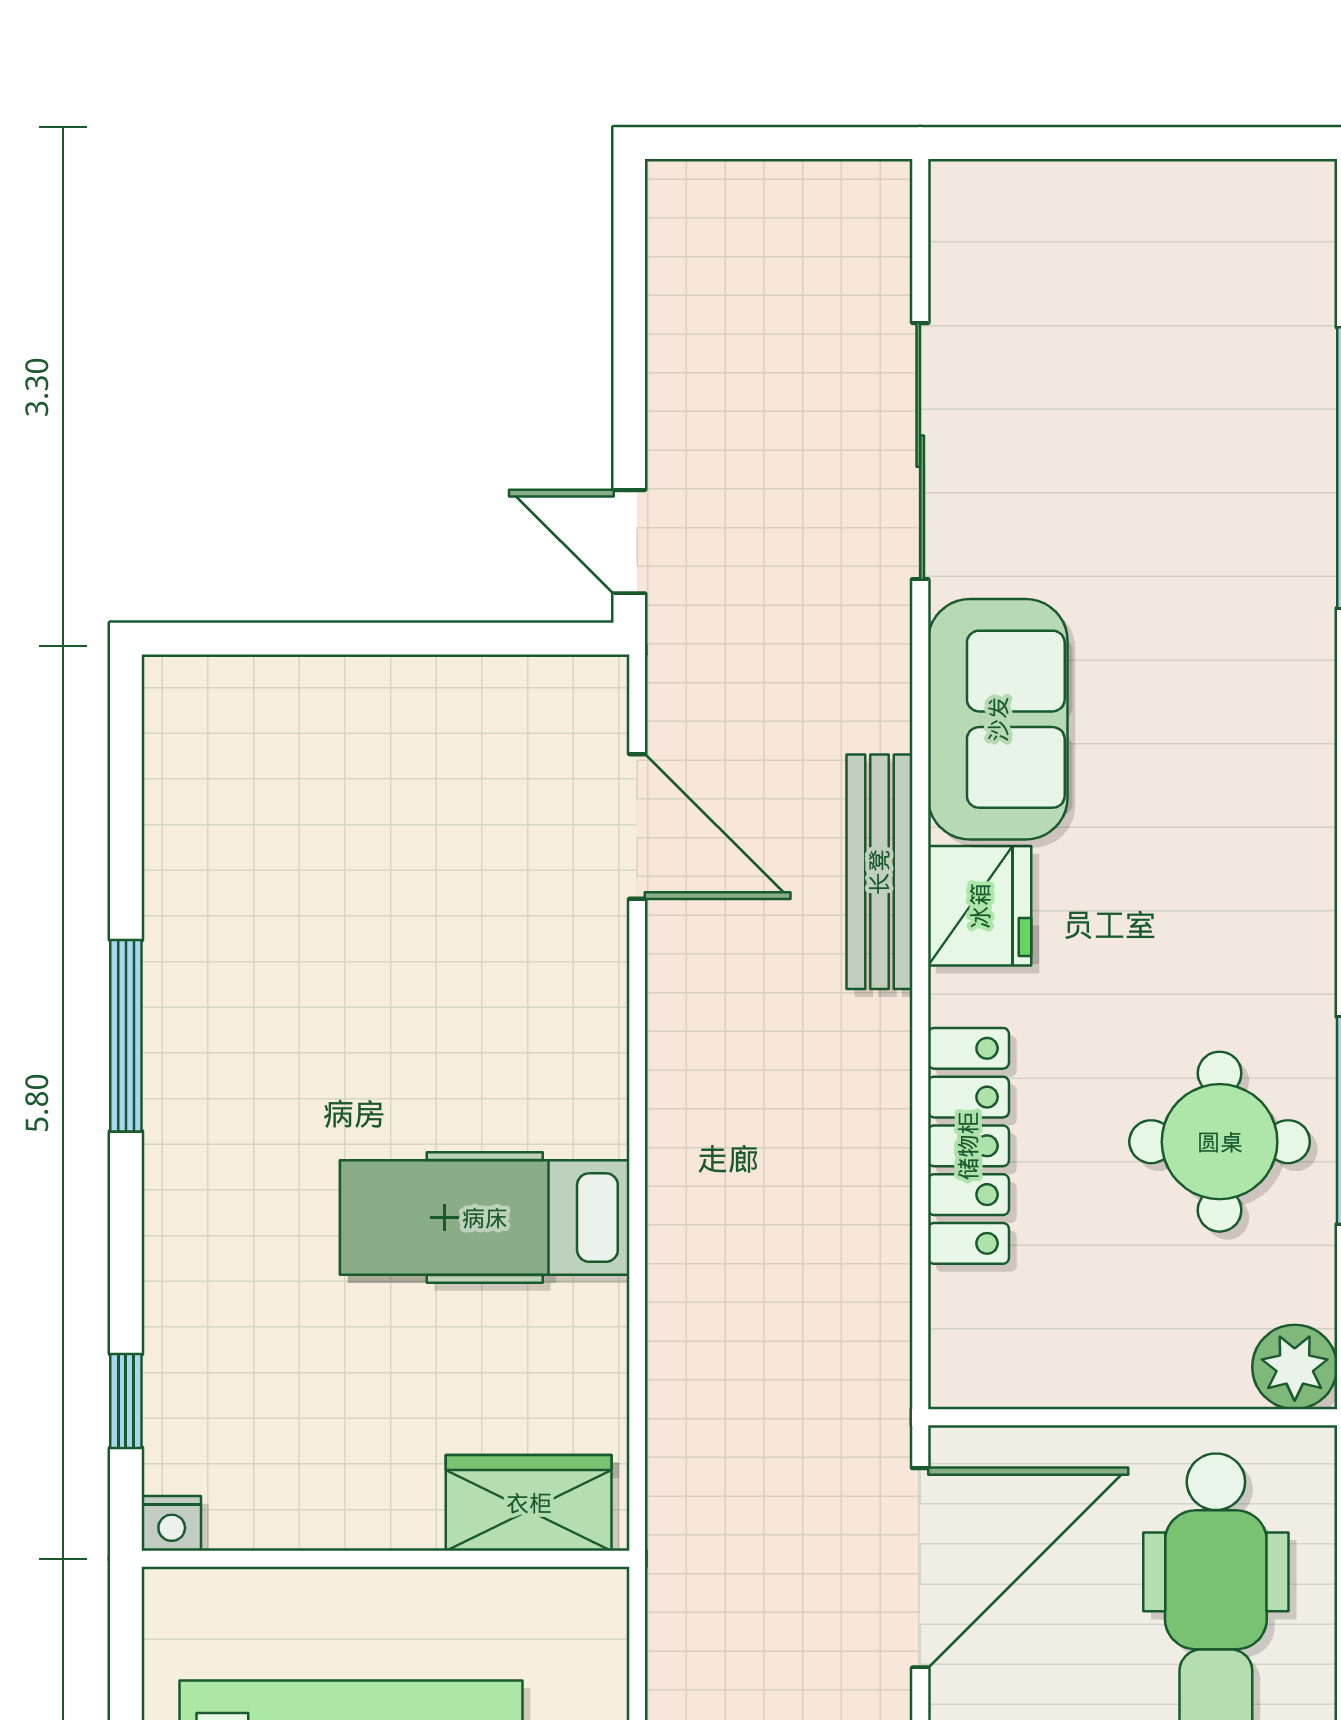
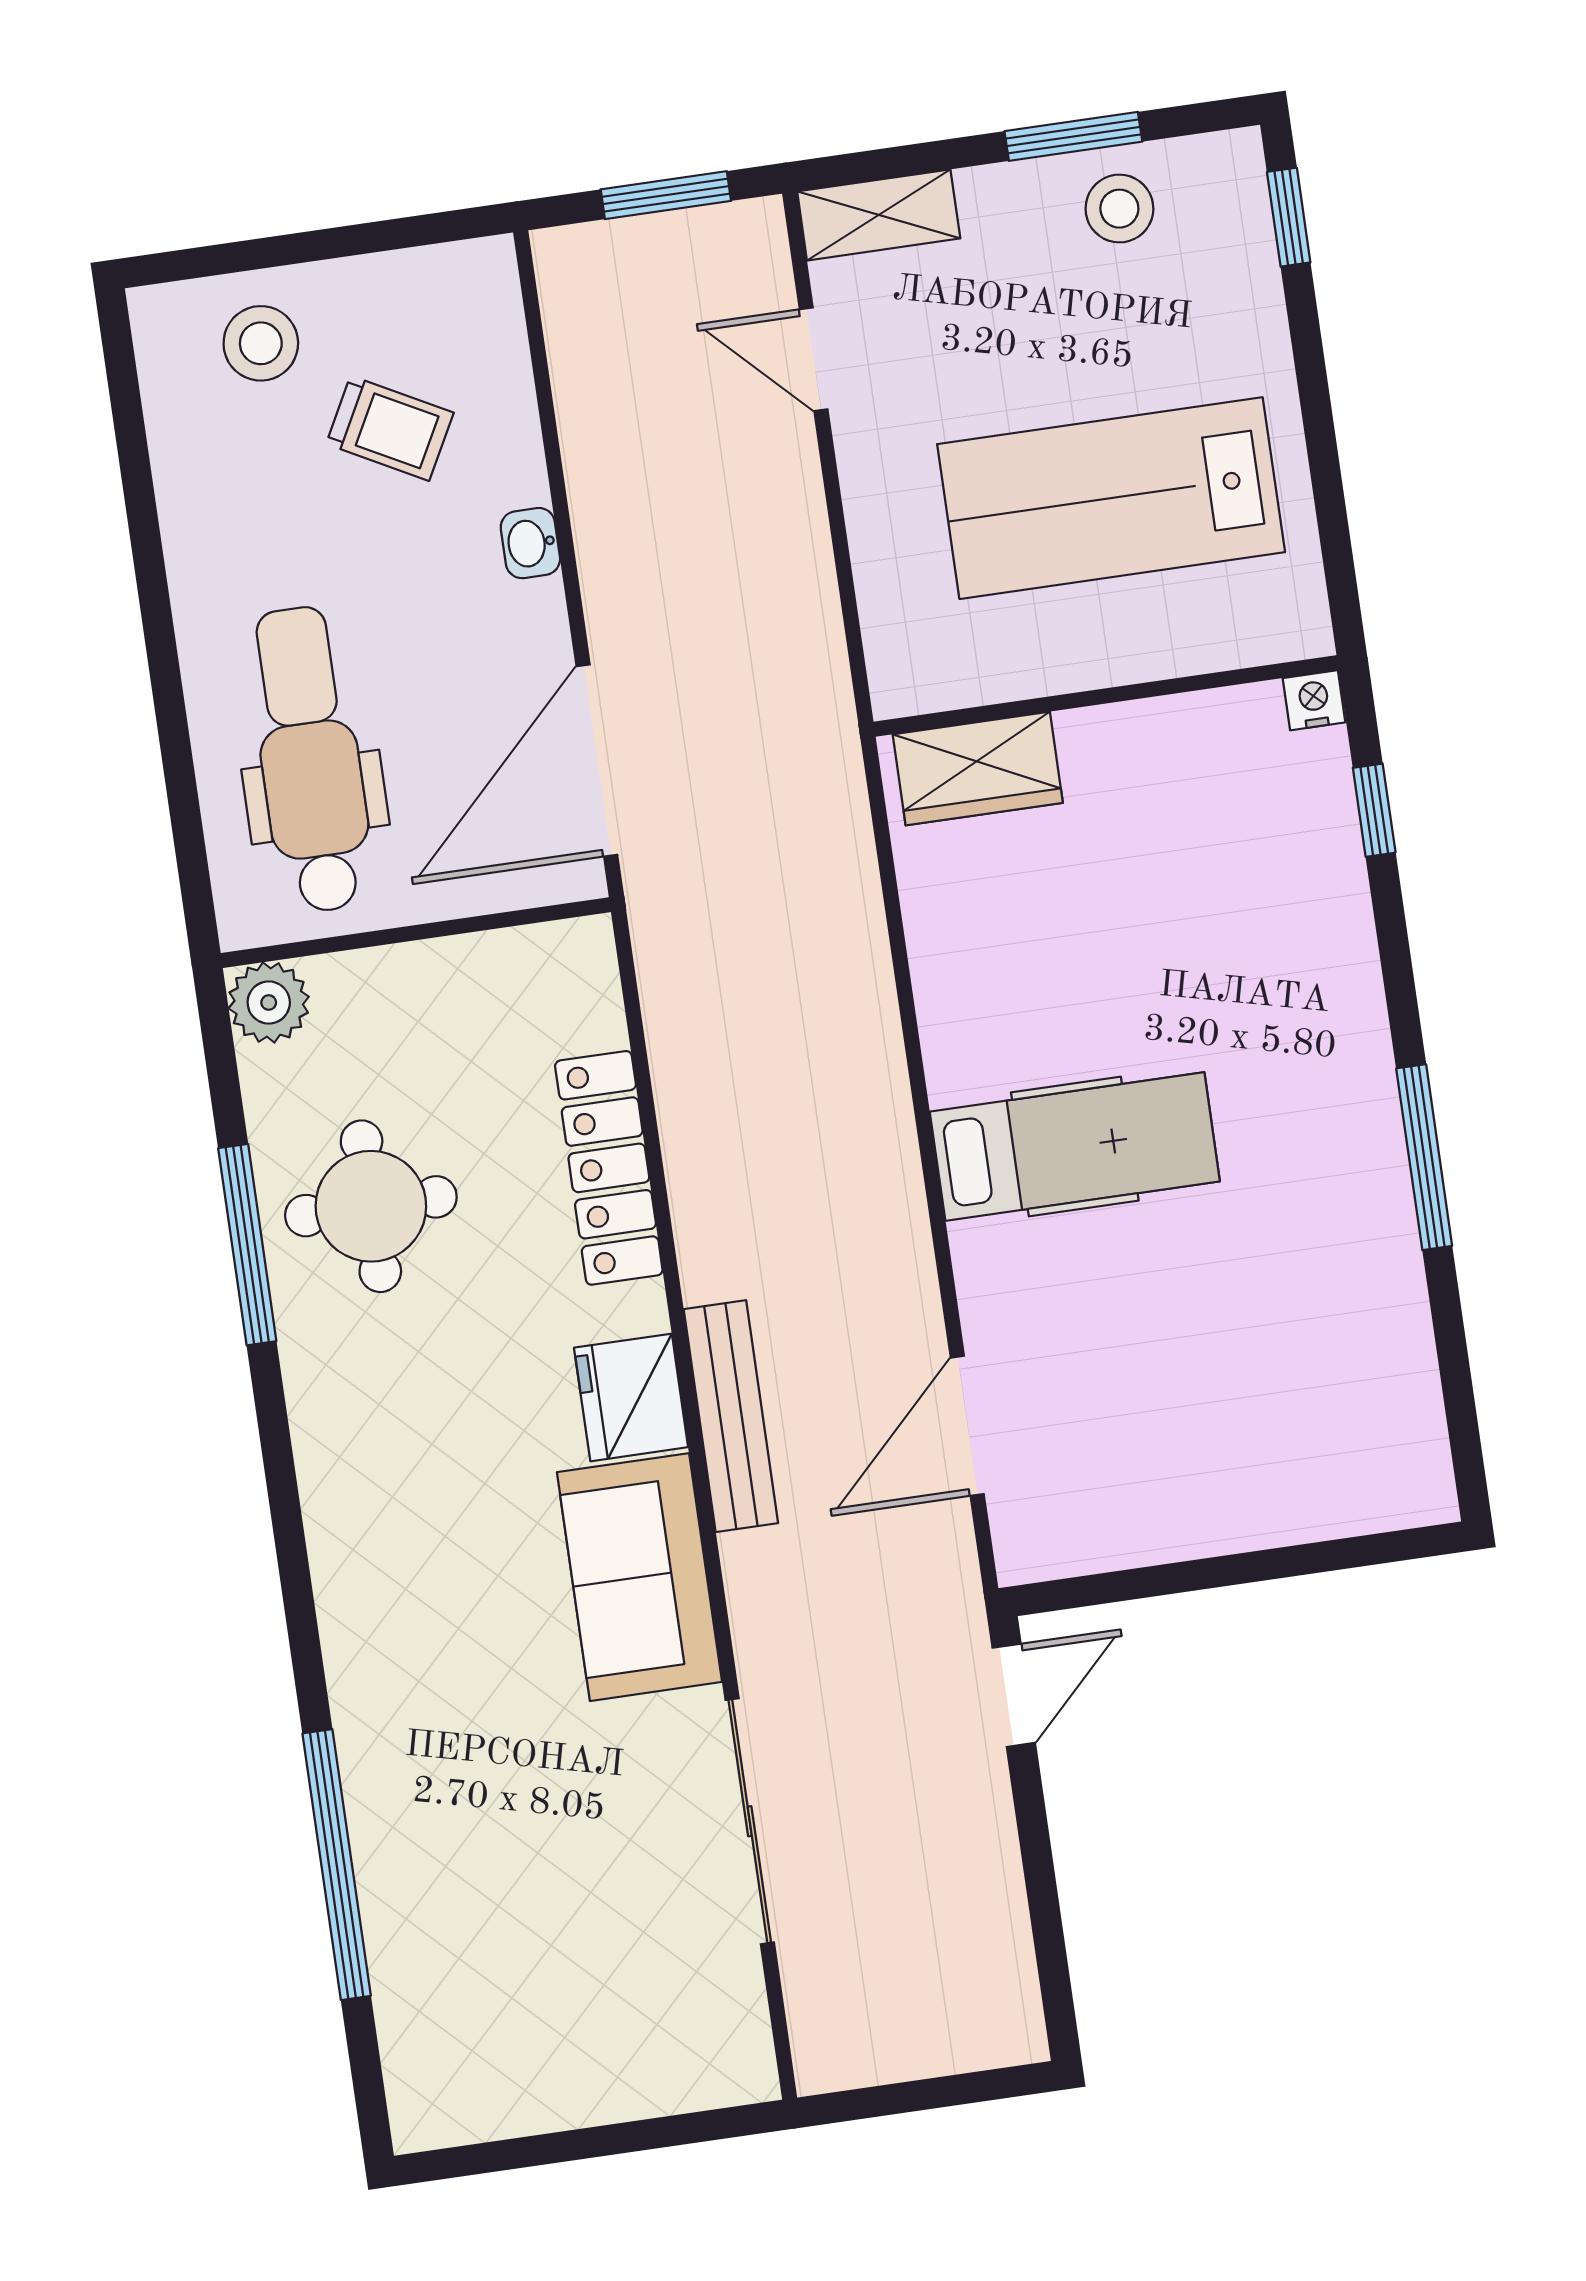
door: (629, 542) -> (1014, 1695), hinge flipped
door: (637, 827) -> (967, 1426), hinge flipped
hospital bed: (485, 1218) -> (1075, 1146), moved

